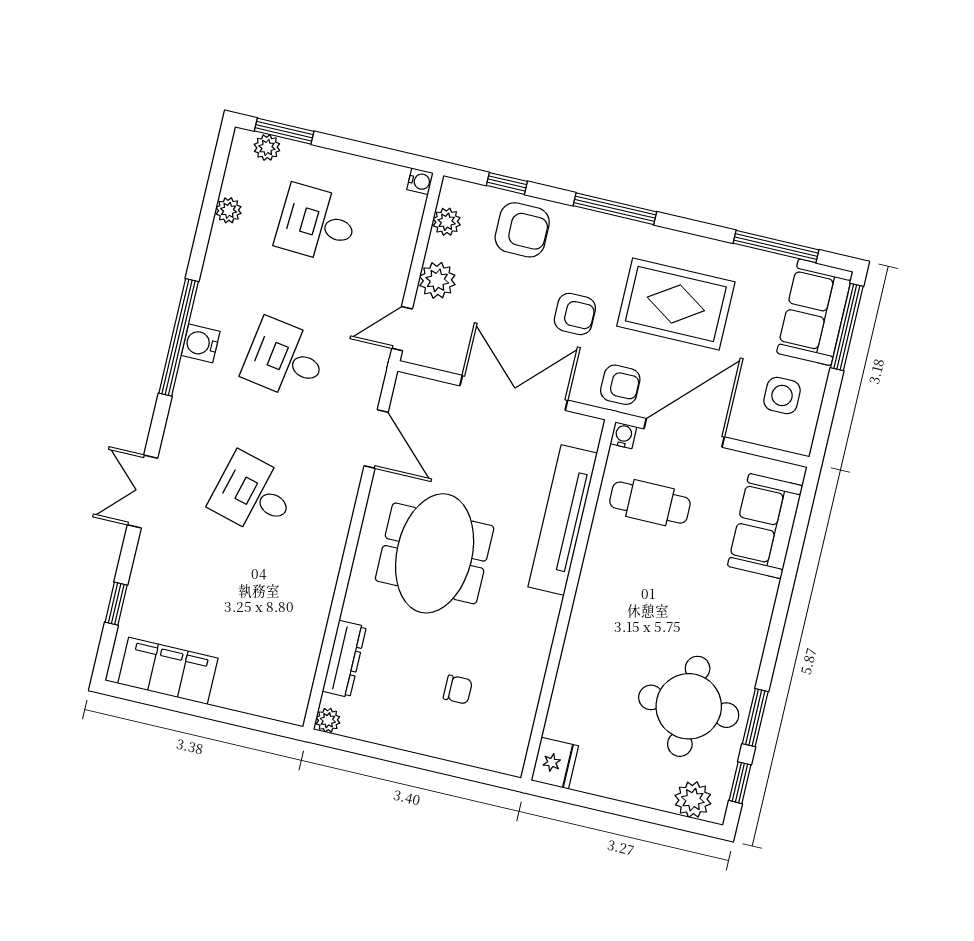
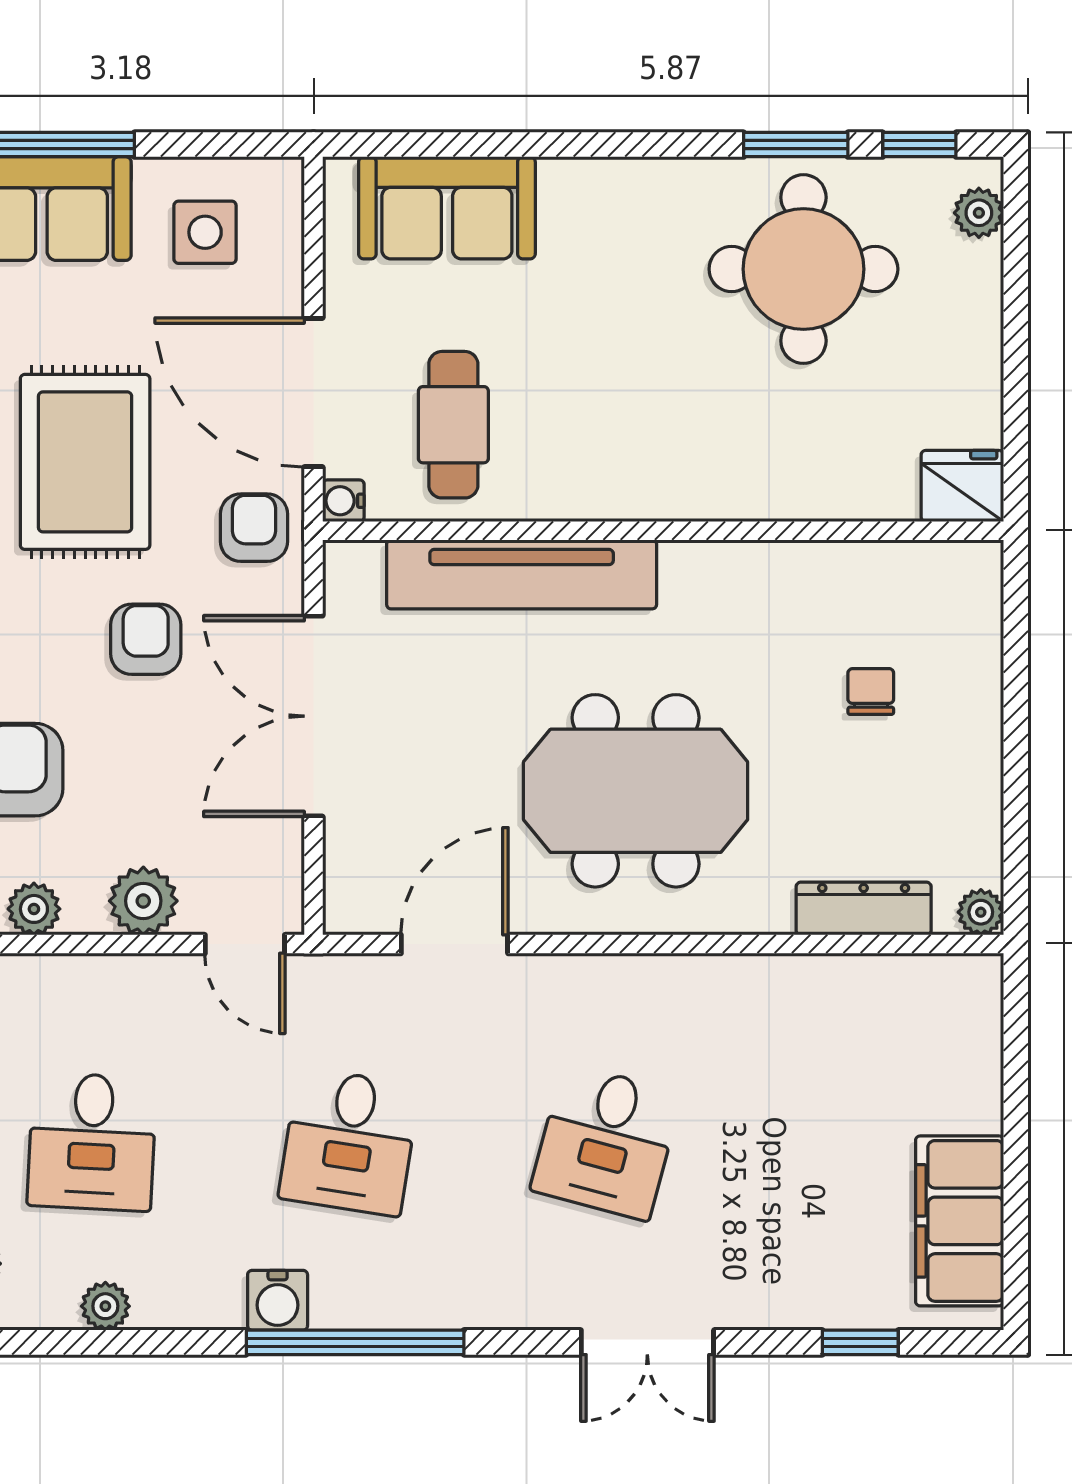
water cooler: (201, 343) -> (278, 1300), moved
plant: (693, 800) -> (979, 213), width x0.73, depth x0.73

